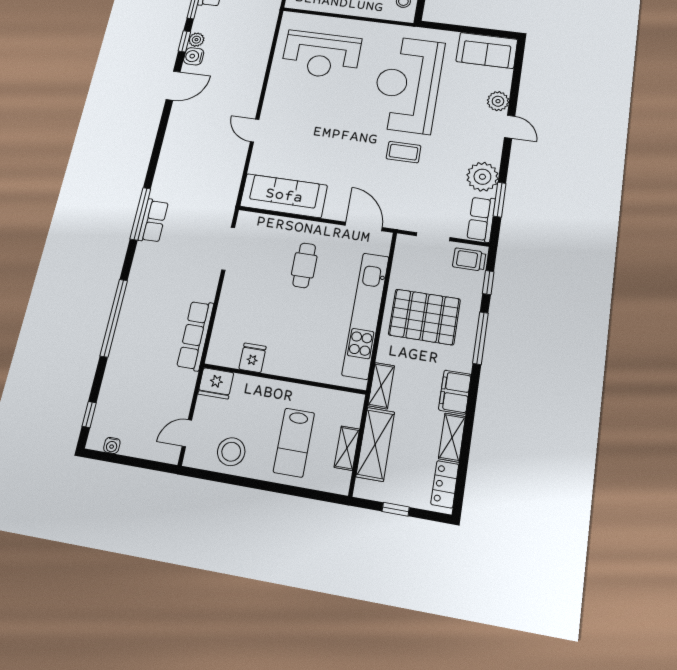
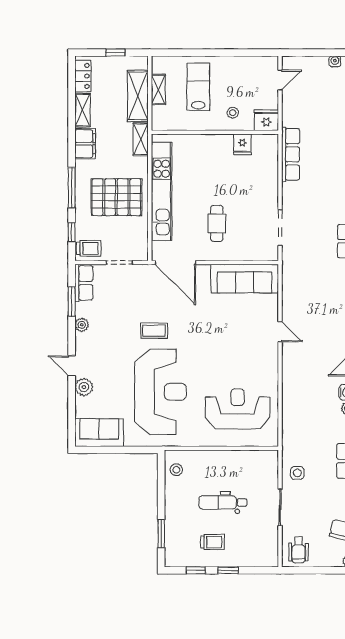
plant: (482, 177) -> (82, 325), width x0.53, depth x0.53
door: (364, 226) -> (175, 263), width x1.36
stool: (231, 452) -> (233, 113), moved, width x0.53, depth x0.53

